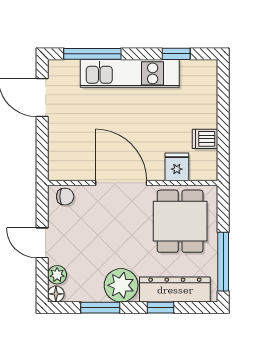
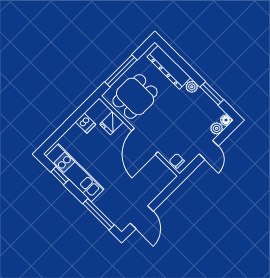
kitchen unit: (130, 73) -> (75, 173), moved
window: (223, 262) -> (121, 71), moved
plant: (121, 285) -> (192, 87), width x0.53, depth x0.53
window: (161, 308) -> (184, 65), removed

